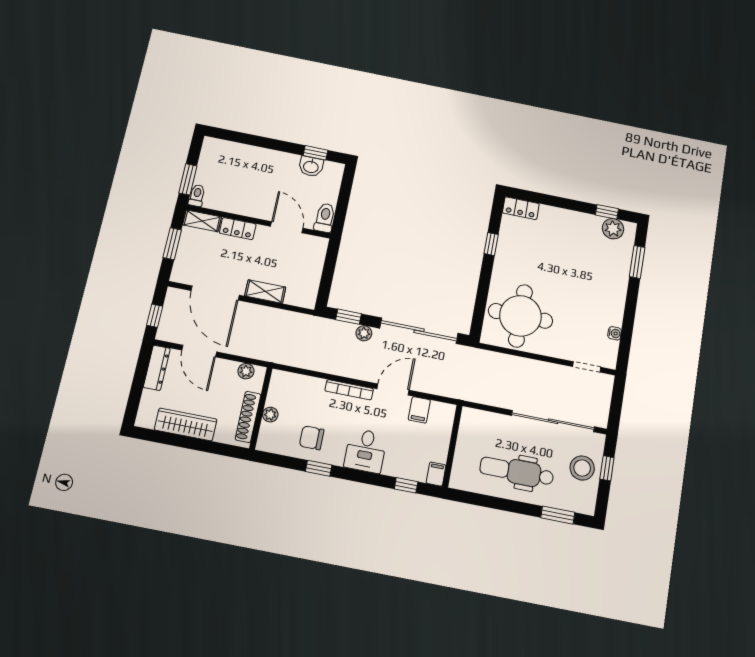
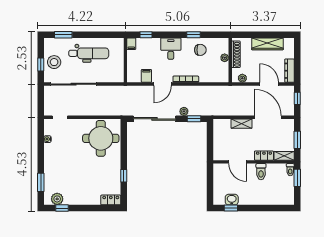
toilet: (325, 218) -> (261, 172), moved

